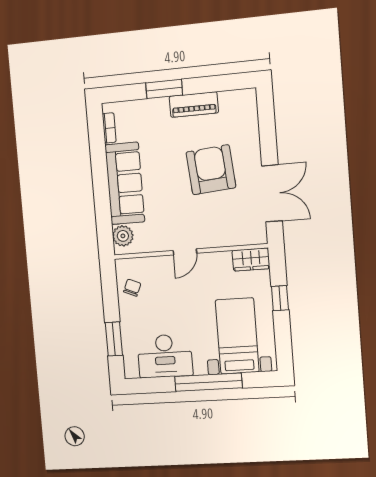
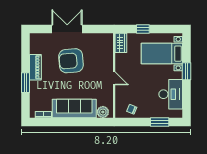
double door: (272, 193) -> (67, 29), moved
window: (208, 382) -> (186, 71), width x0.47

